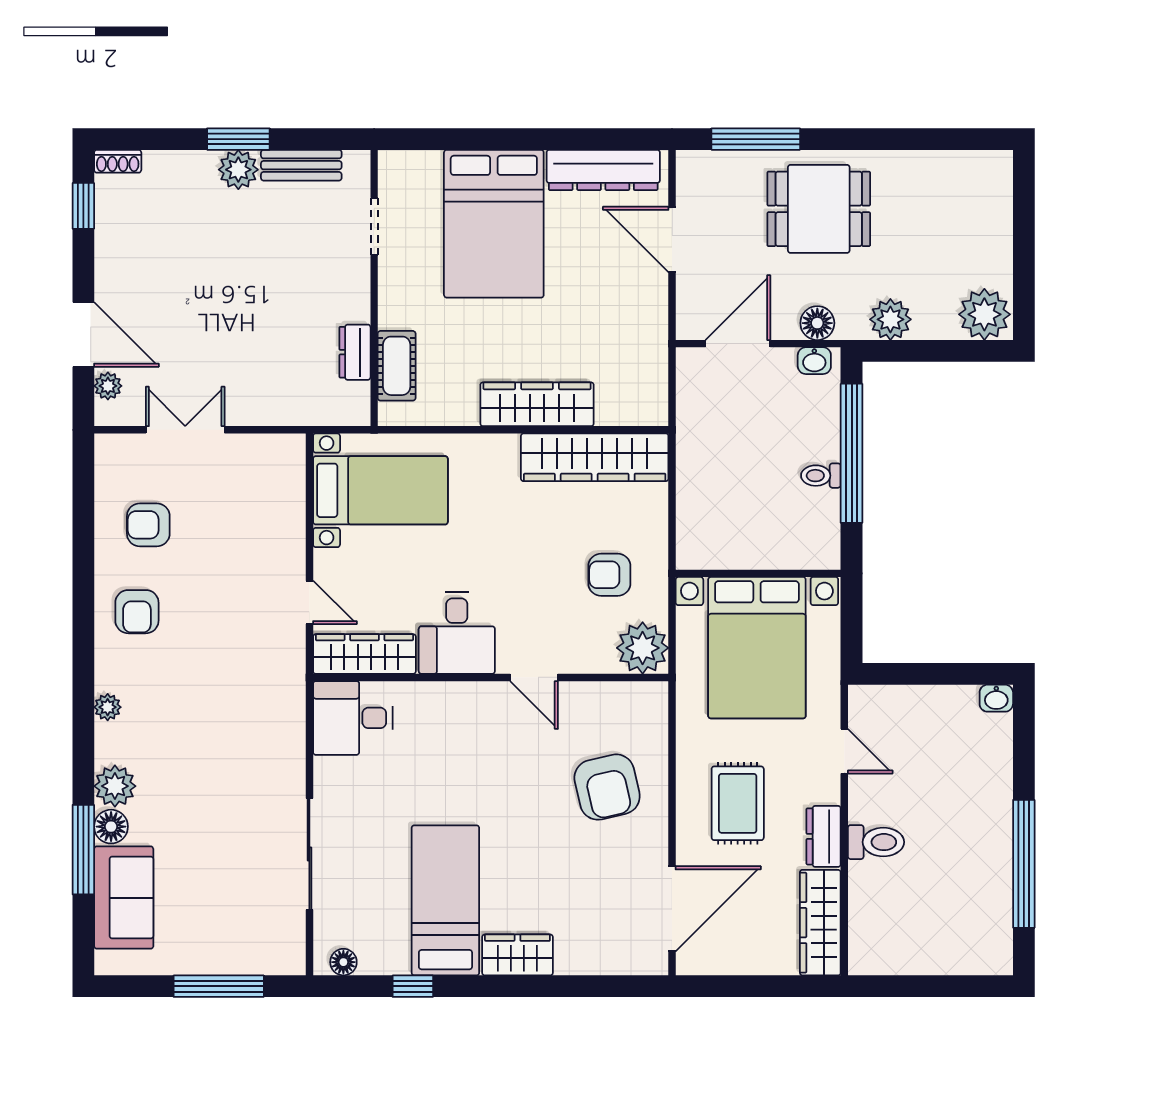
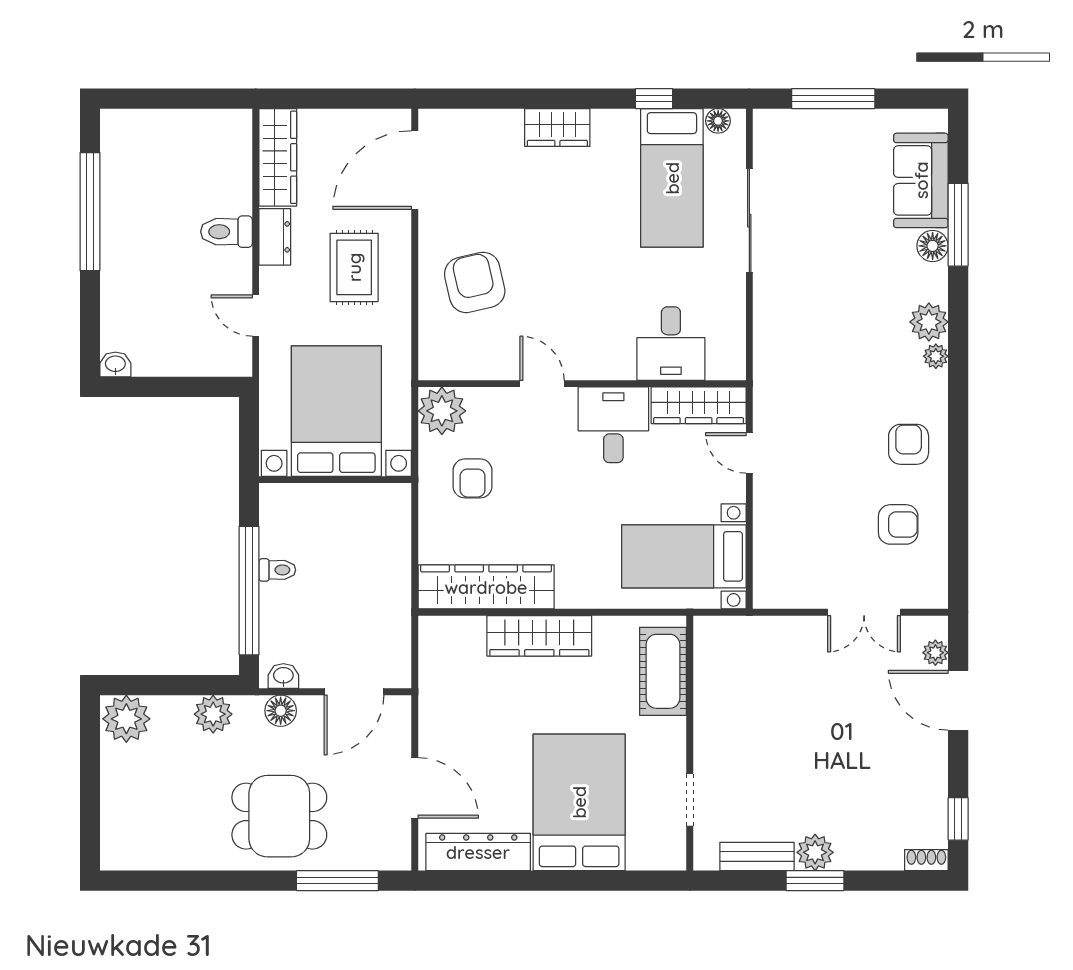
dresser: (355, 352) -> (707, 684), removed
cot: (397, 366) -> (663, 671), width x1.37, depth x1.34
armchair: (609, 575) -> (473, 478), turned 90
desk: (353, 718) -> (671, 344), moved, turned 90
plant: (115, 786) -> (929, 322), moved
bed: (445, 900) -> (672, 178), moved

